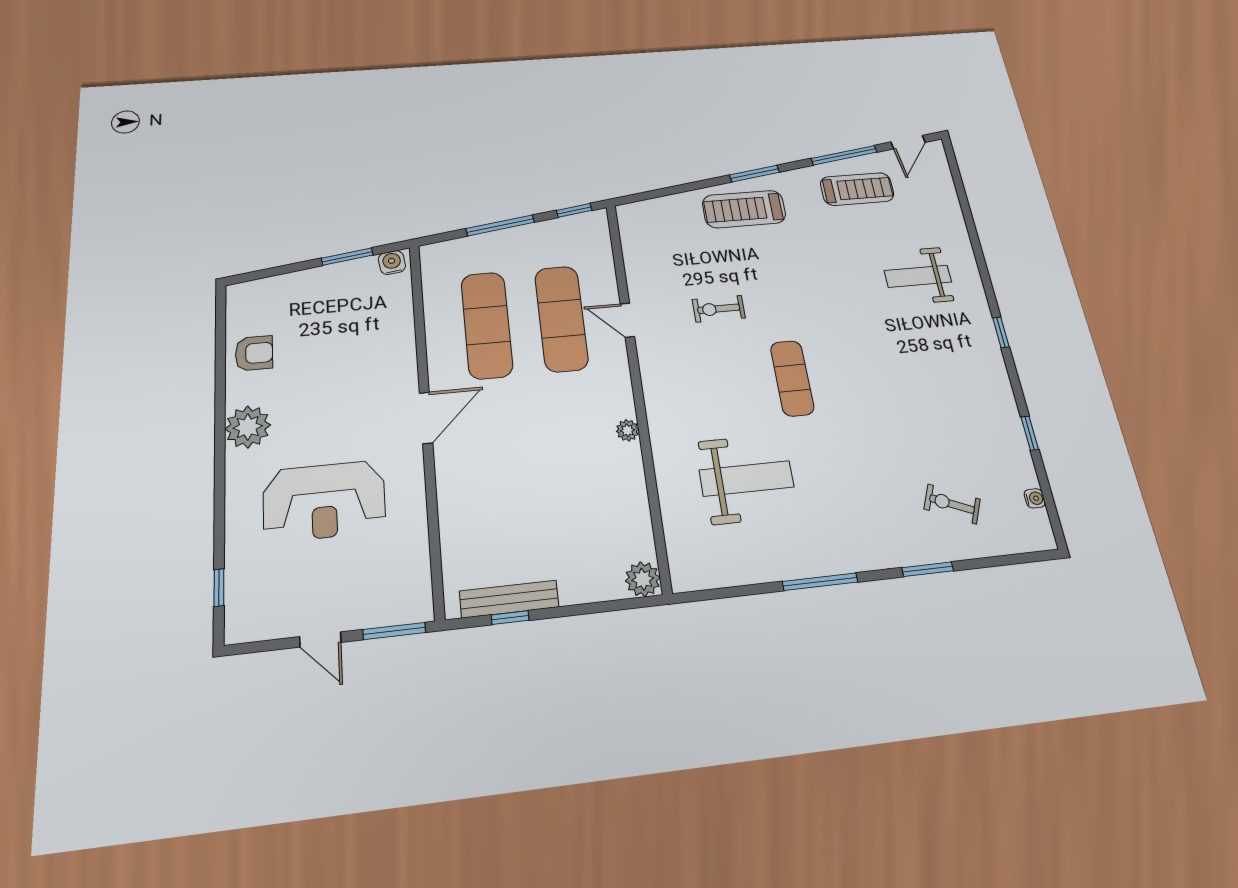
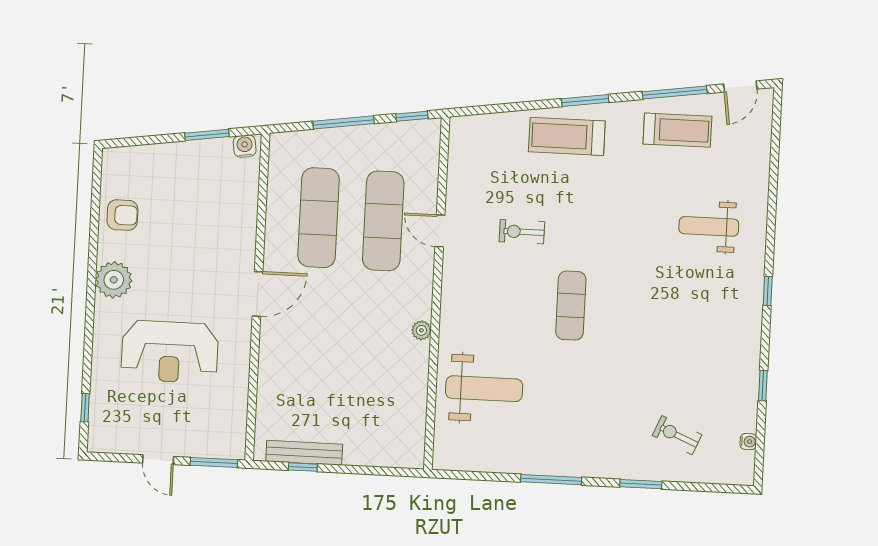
weight bench: (747, 479) -> (484, 389), moved
plant: (643, 579) -> (411, 455), removed

